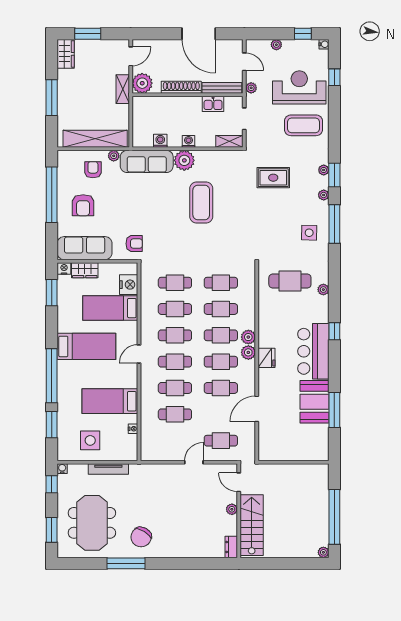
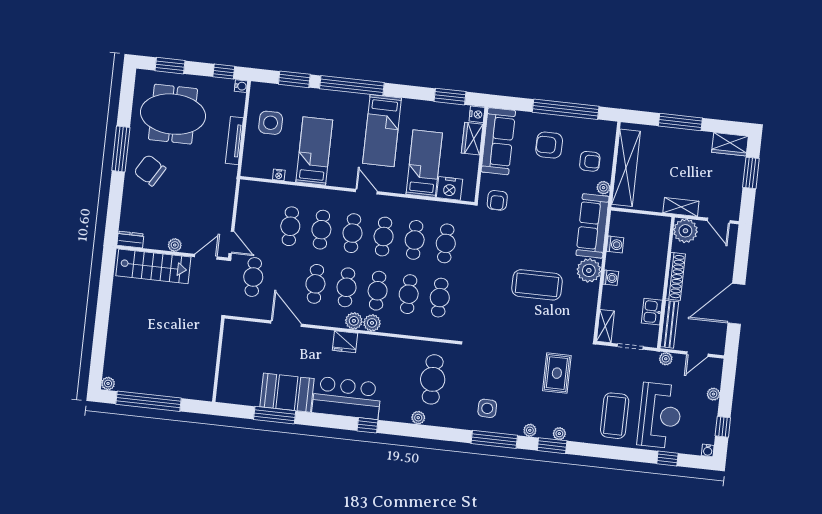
door: (239, 482) -> (206, 257), moved
plant: (232, 509) -> (175, 245), moved
wall: (239, 511) -> (172, 253), moved
stairs: (252, 525) -> (153, 266), moved
dresser: (231, 547) -> (130, 239), moved

